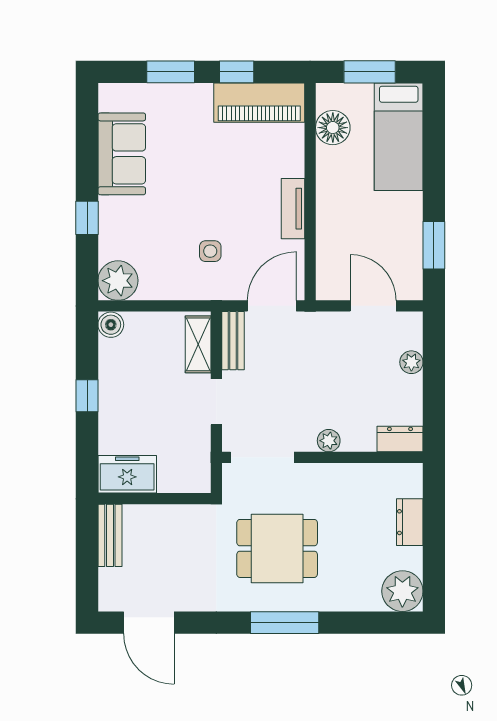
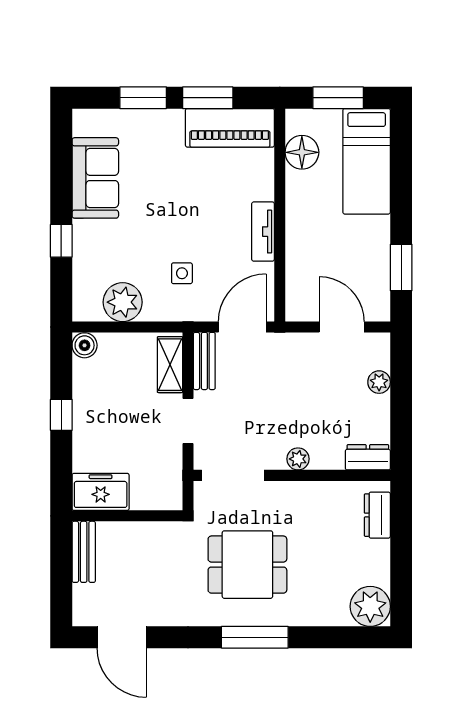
window: (237, 72) -> (208, 98), width x1.50
plant: (118, 281) -> (123, 302), moved
dresser: (410, 522) -> (377, 515), moved

